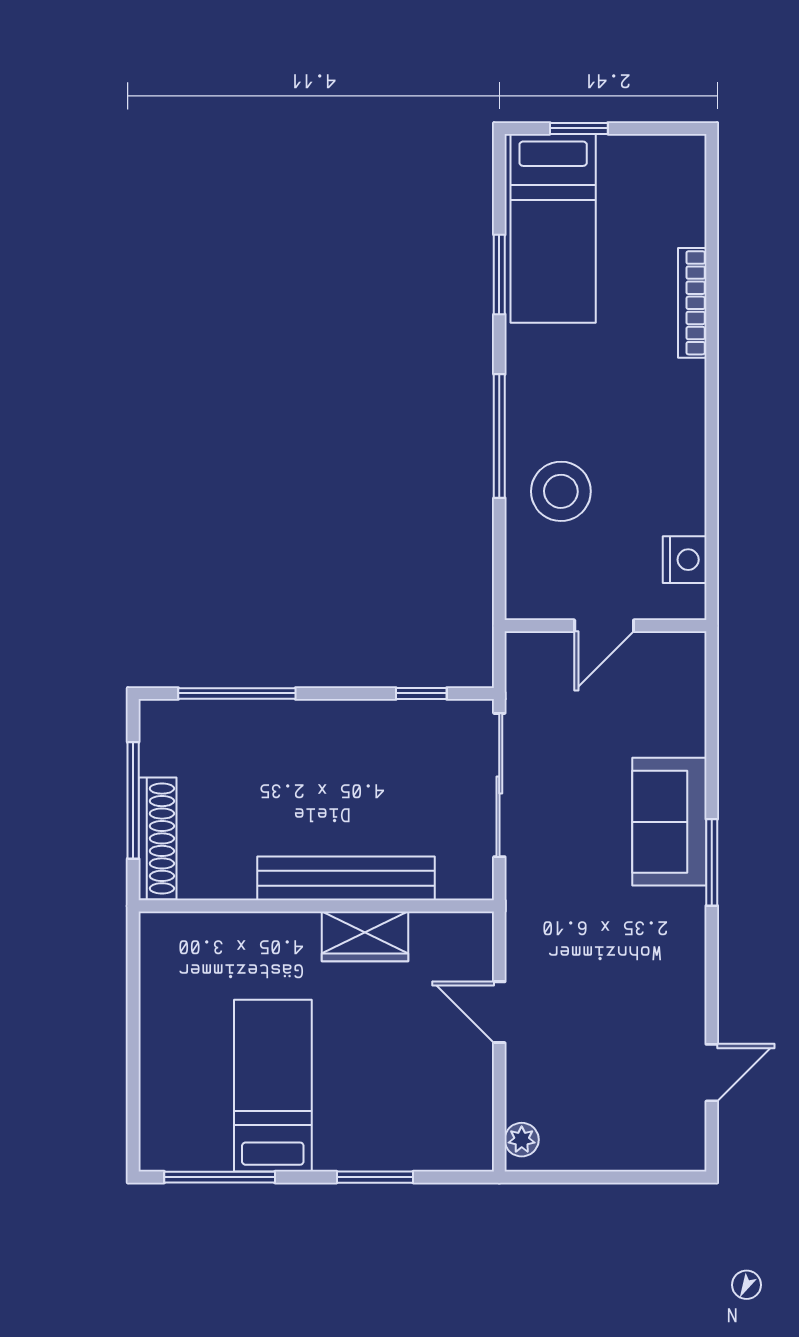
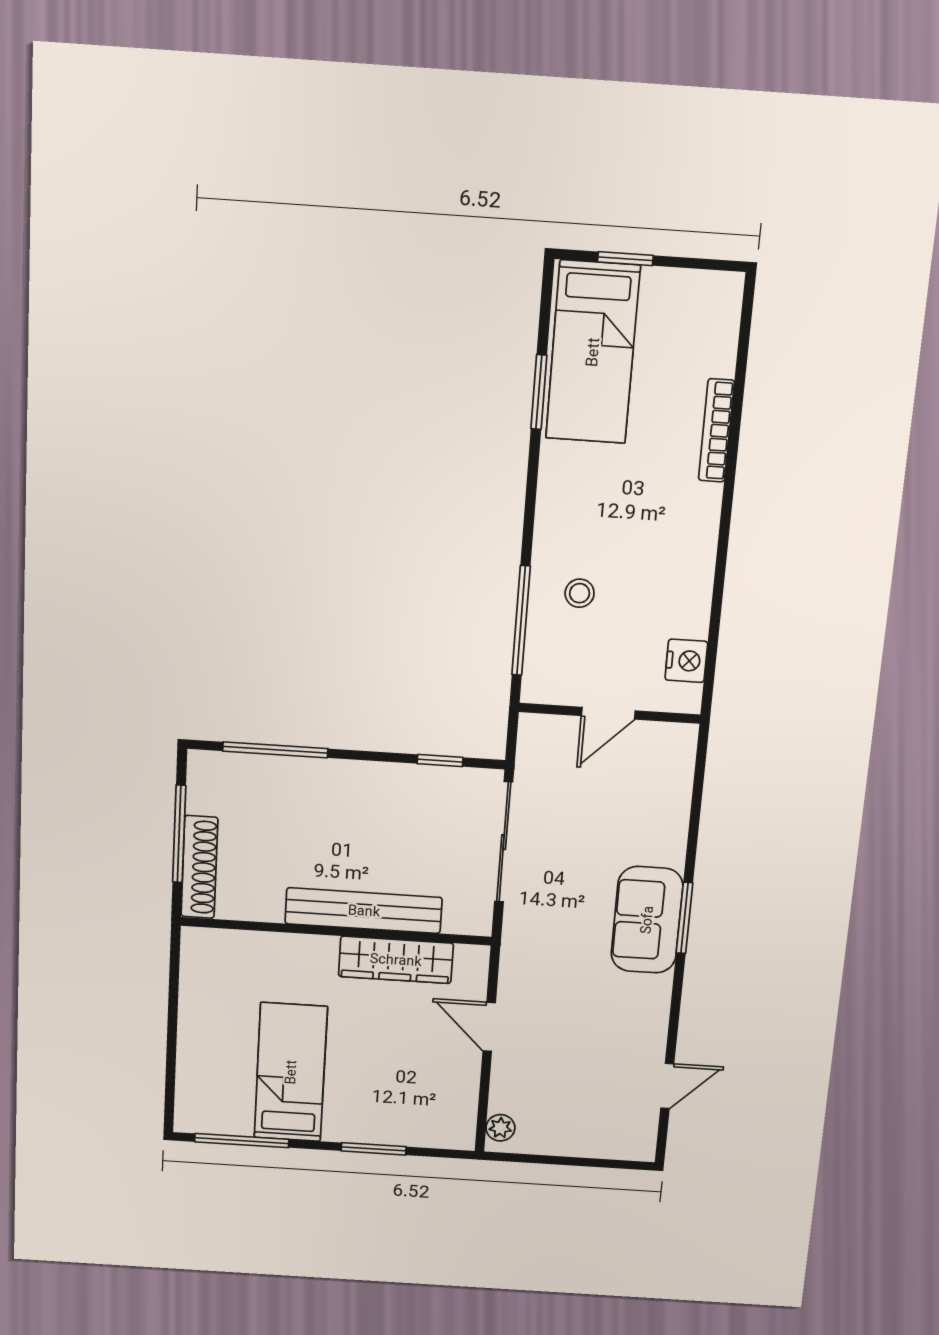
window: (499, 436) -> (521, 621), moved
stool: (561, 491) -> (580, 593), width x0.53, depth x0.53
sofa: (669, 822) -> (647, 920), moved
wardrobe: (365, 936) -> (396, 960), width x1.50

